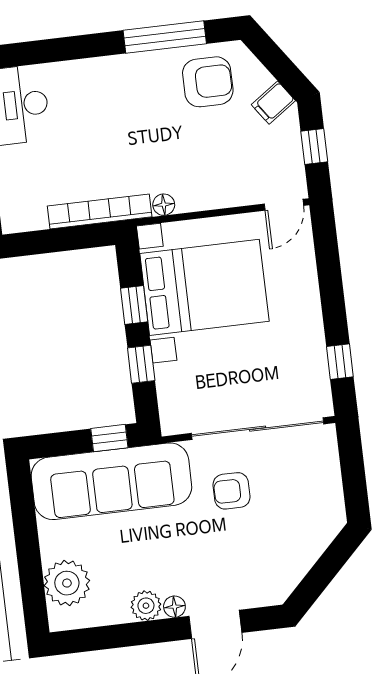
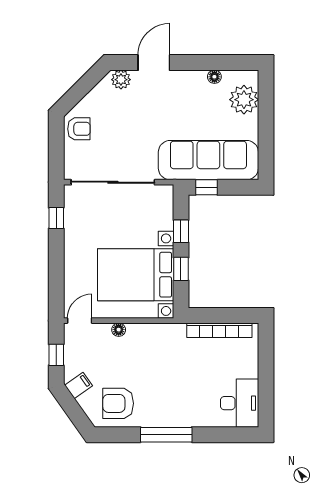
window: (165, 37) -> (166, 435), moved
floor lamp: (164, 205) -> (119, 330), moved
bookcase: (100, 211) -> (219, 330), moved
armchair: (231, 491) -> (79, 129), moved
plant: (146, 606) -> (121, 80), moved
floor lamp: (174, 607) -> (214, 77), moved

